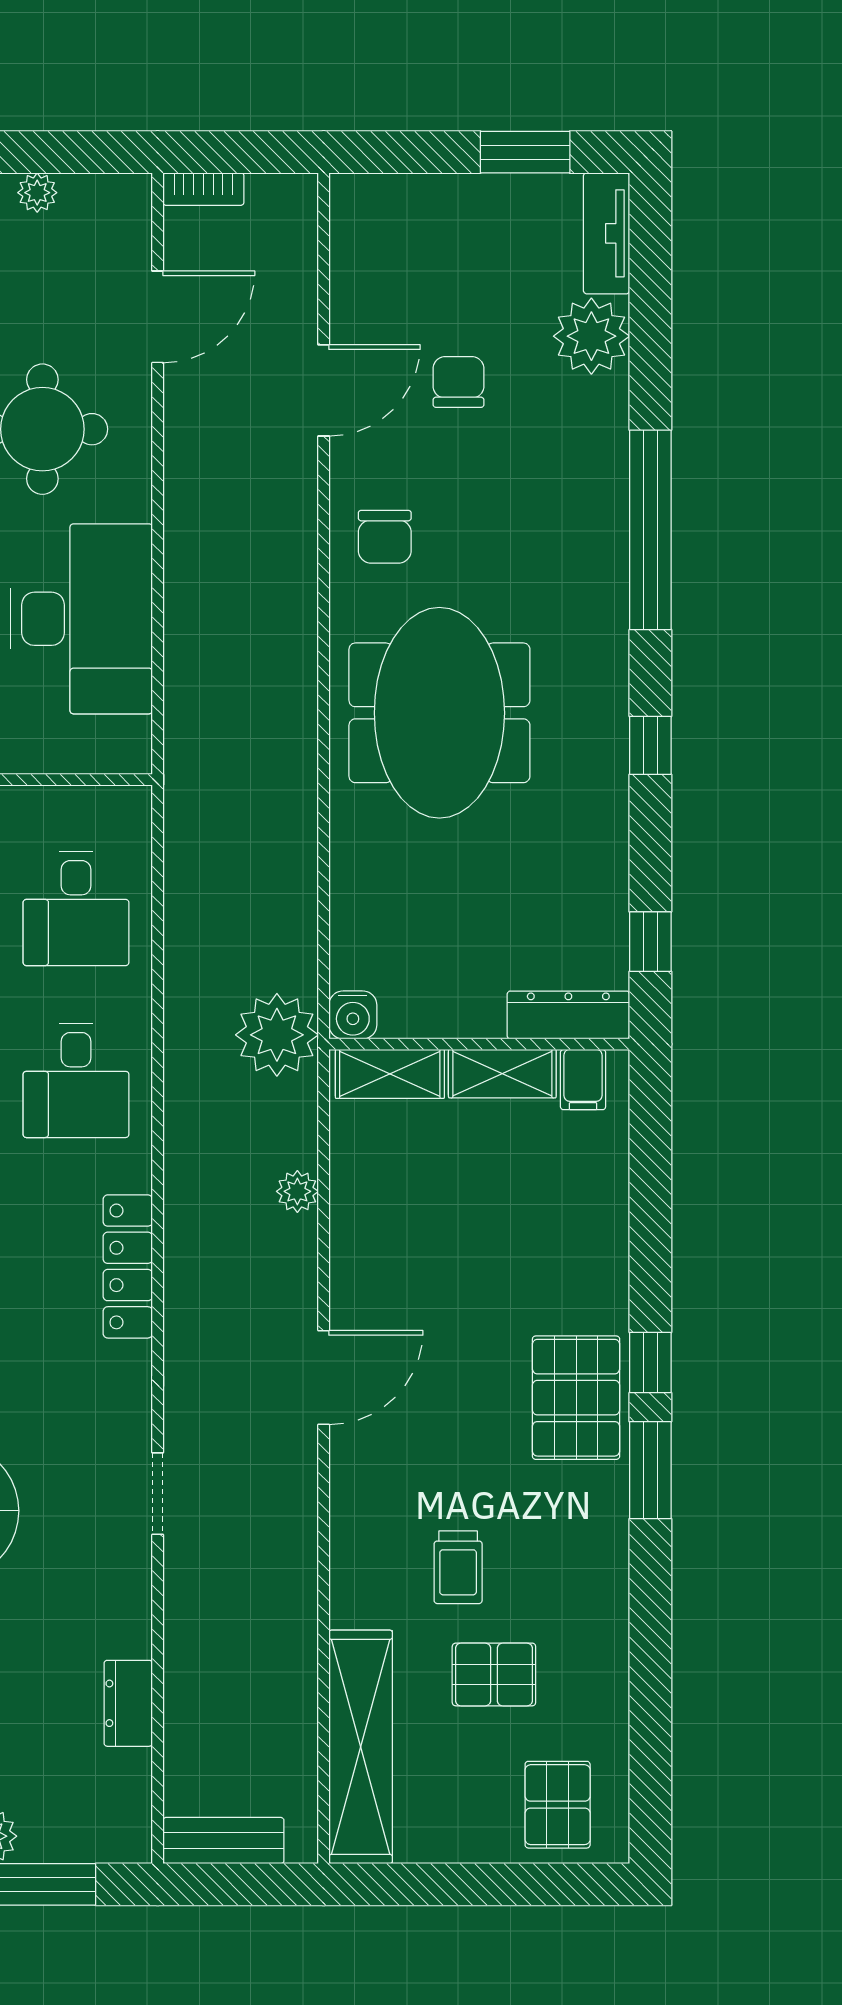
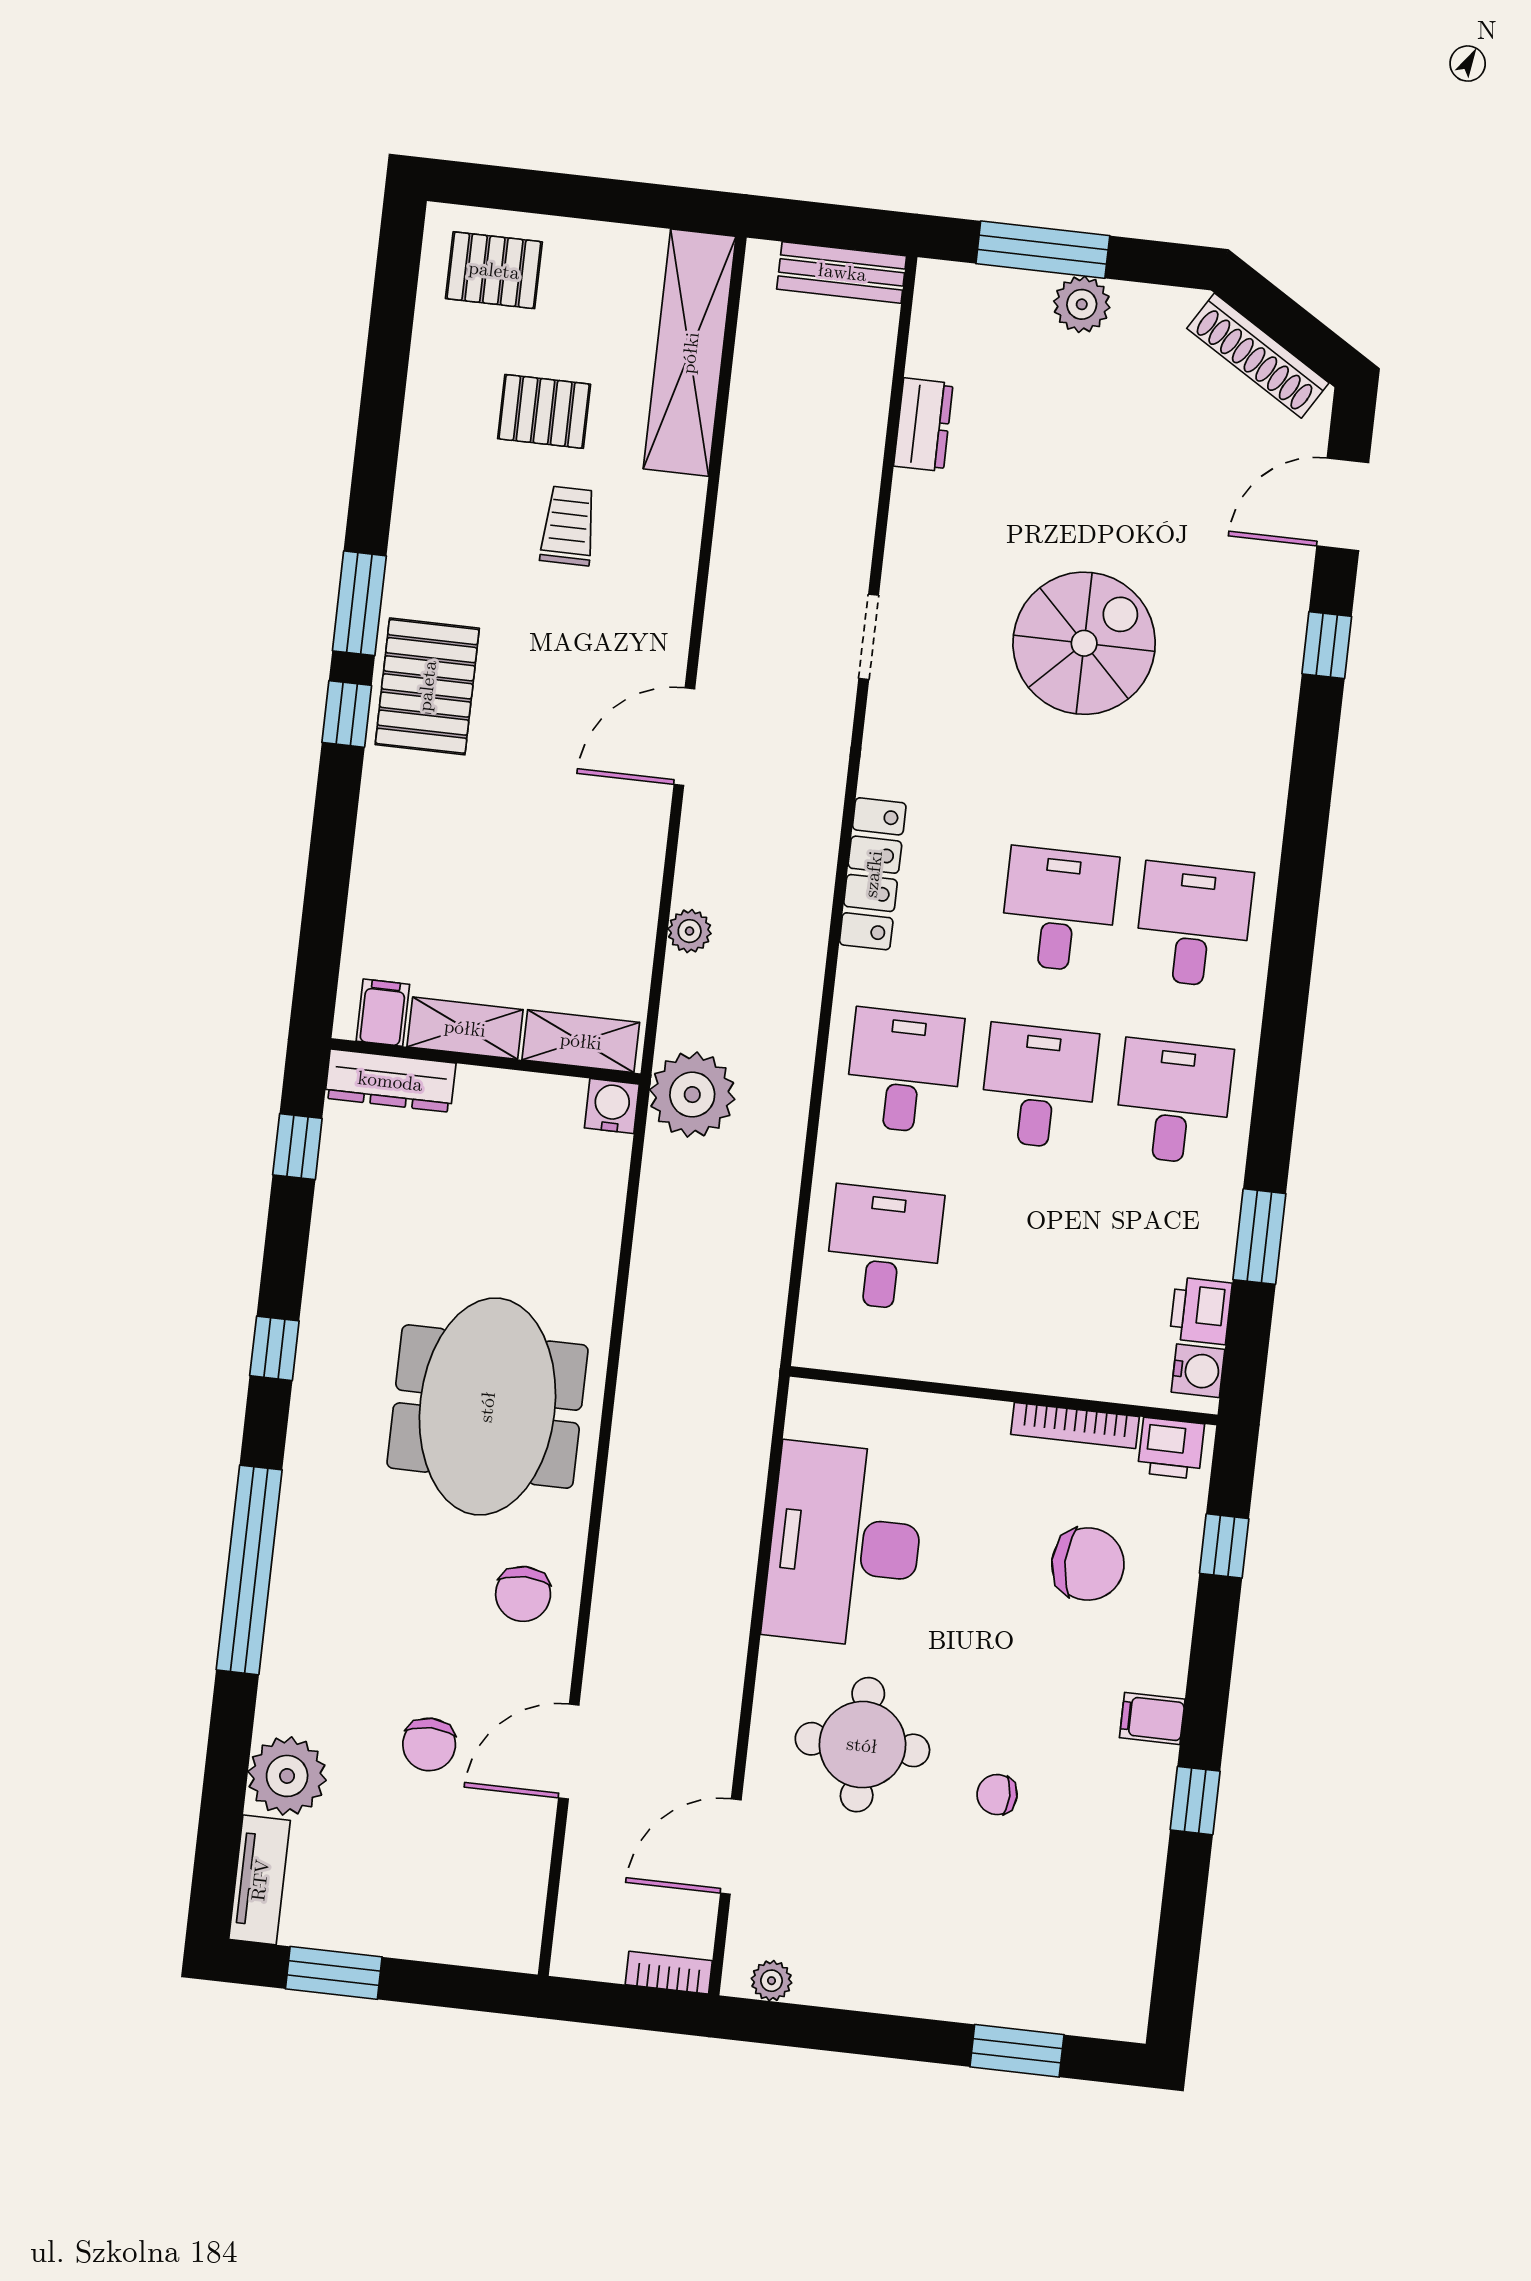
plant: (37, 193) -> (772, 1981), moved
chair: (385, 537) -> (523, 1594), turned 180
pallet: (558, 1805) -> (494, 270), turned 90

